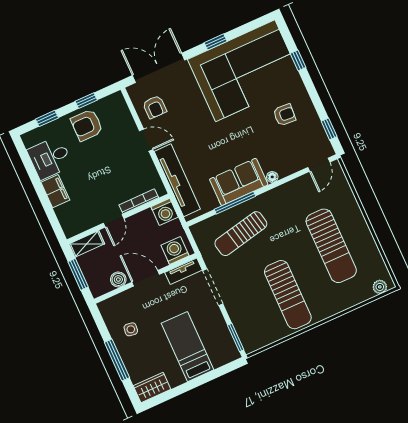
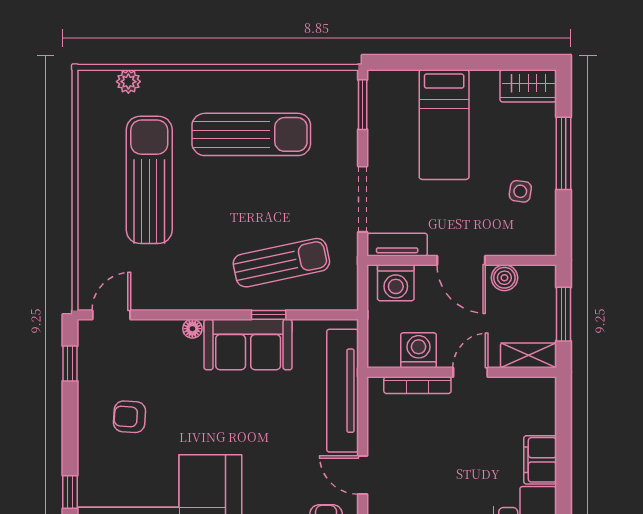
window: (235, 203) -> (269, 315), width x0.46
washing machine: (165, 212) -> (419, 350), moved
plant: (380, 287) -> (128, 82), moved
sun lounger: (288, 295) -> (251, 134), turned 90

